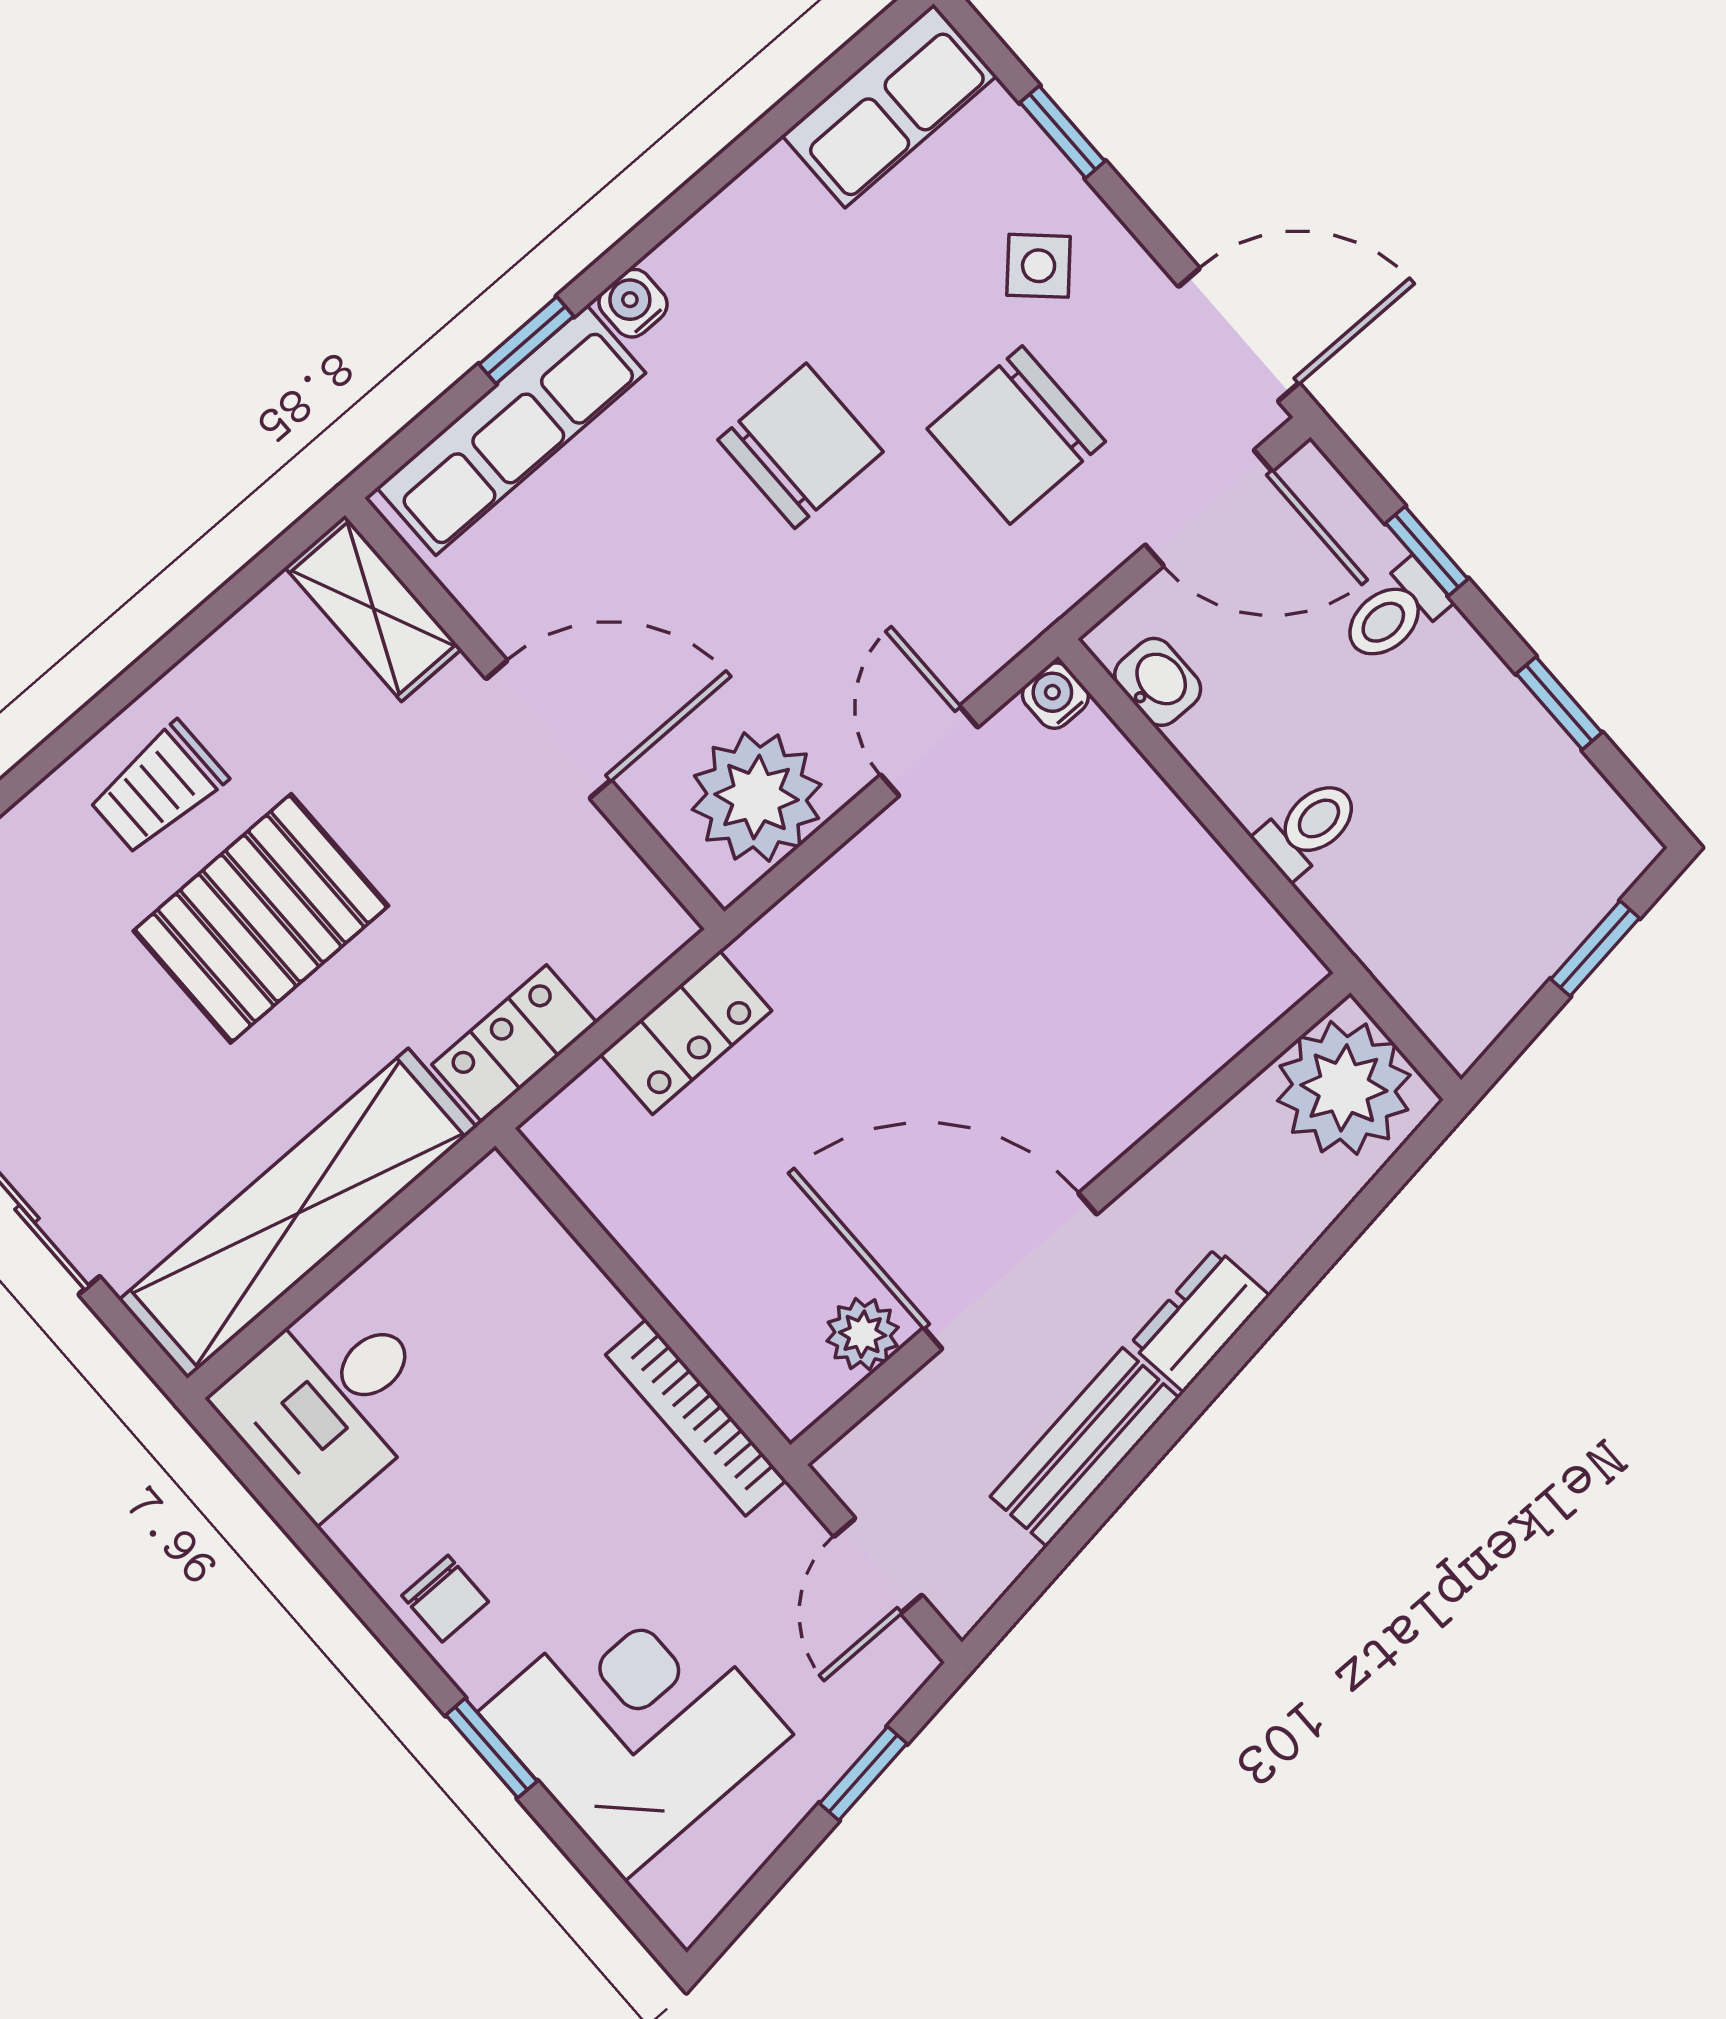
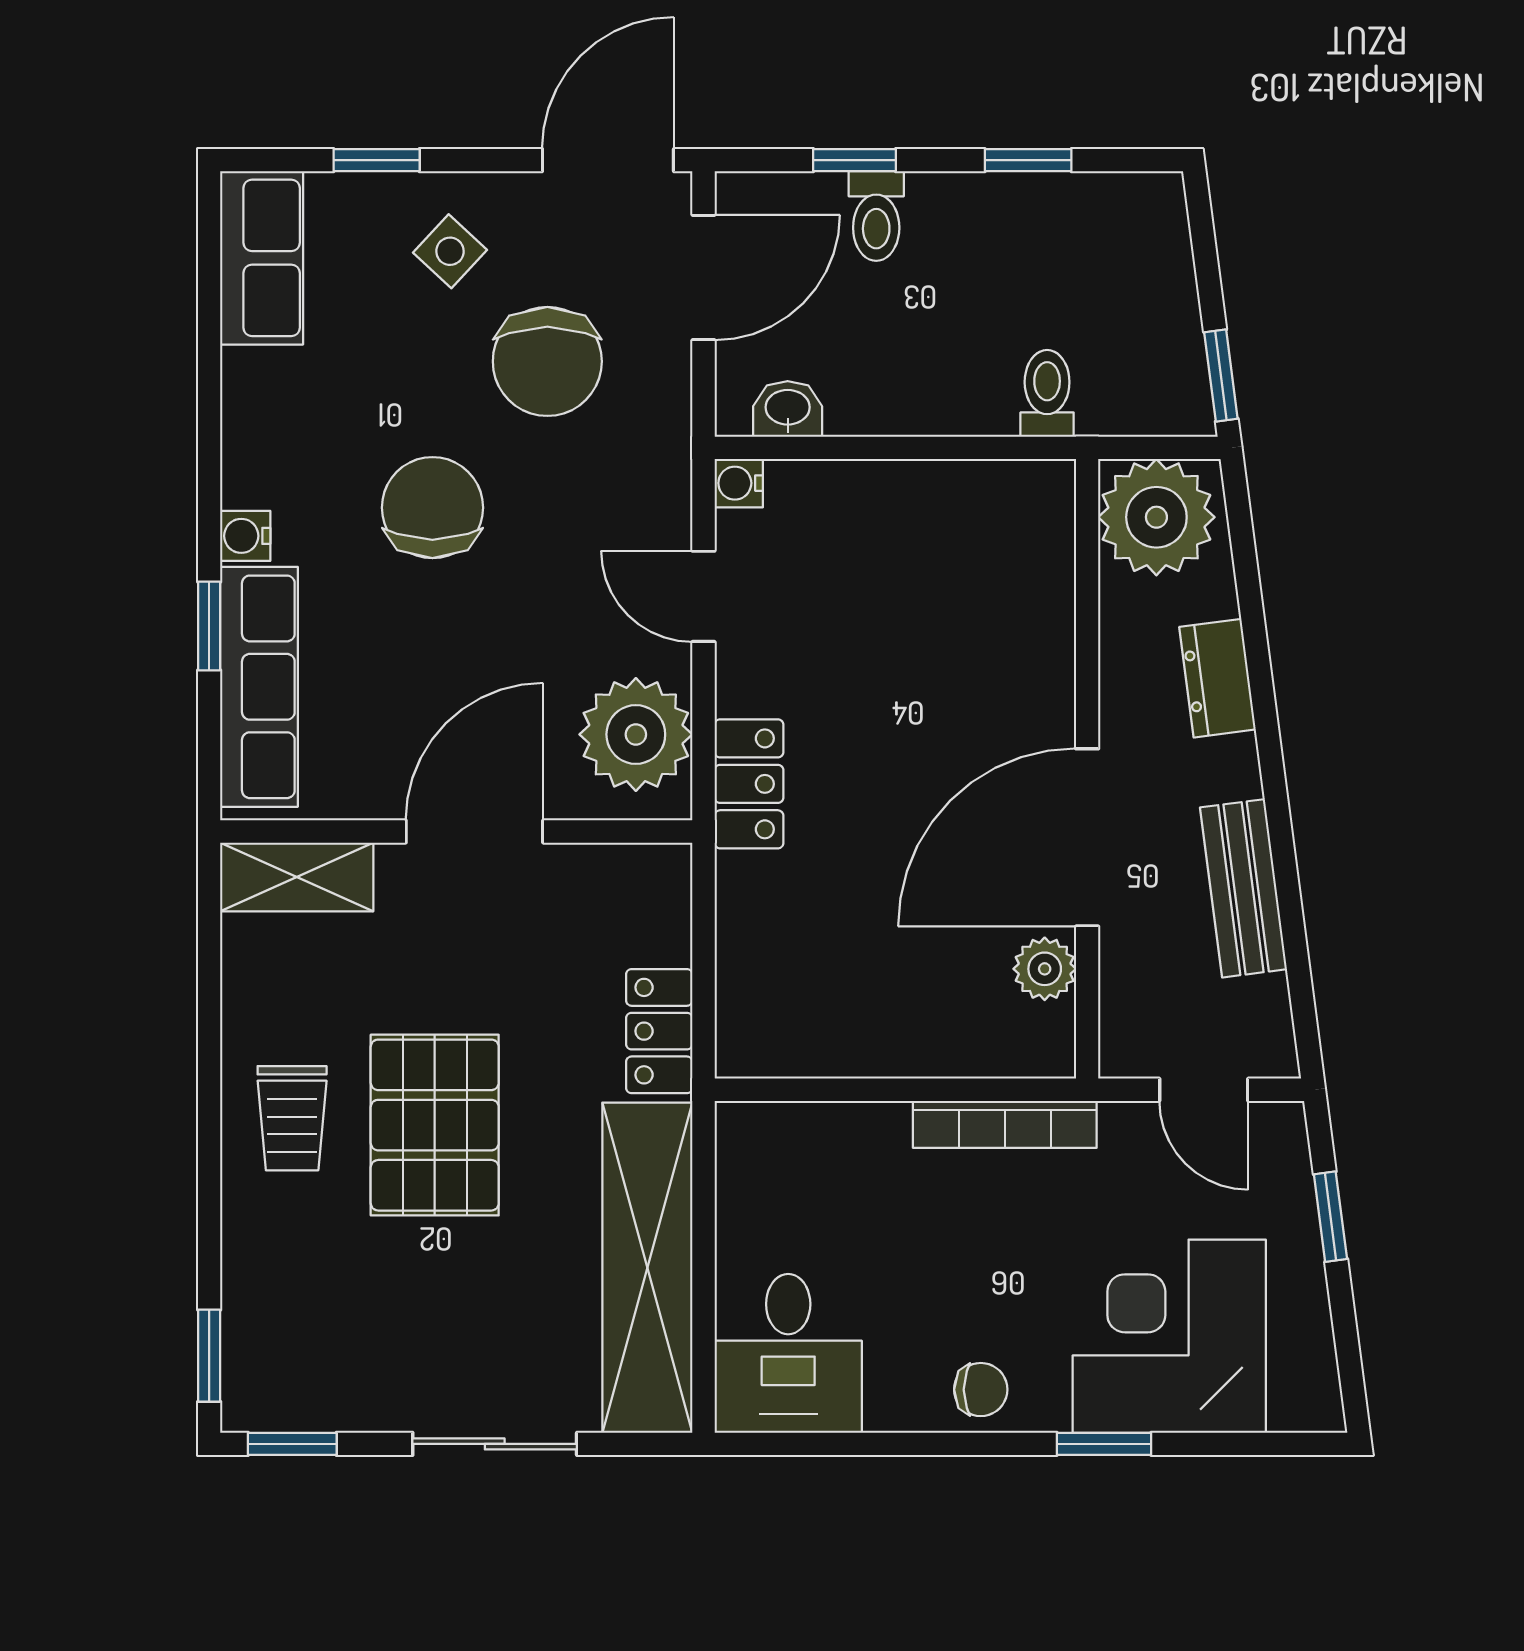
toilet: (1308, 828) -> (1047, 393), moved
window: (1595, 949) -> (1221, 376), moved
locker: (686, 1033) -> (749, 784), moved
dresser: (1200, 1320) -> (1218, 678), moved

